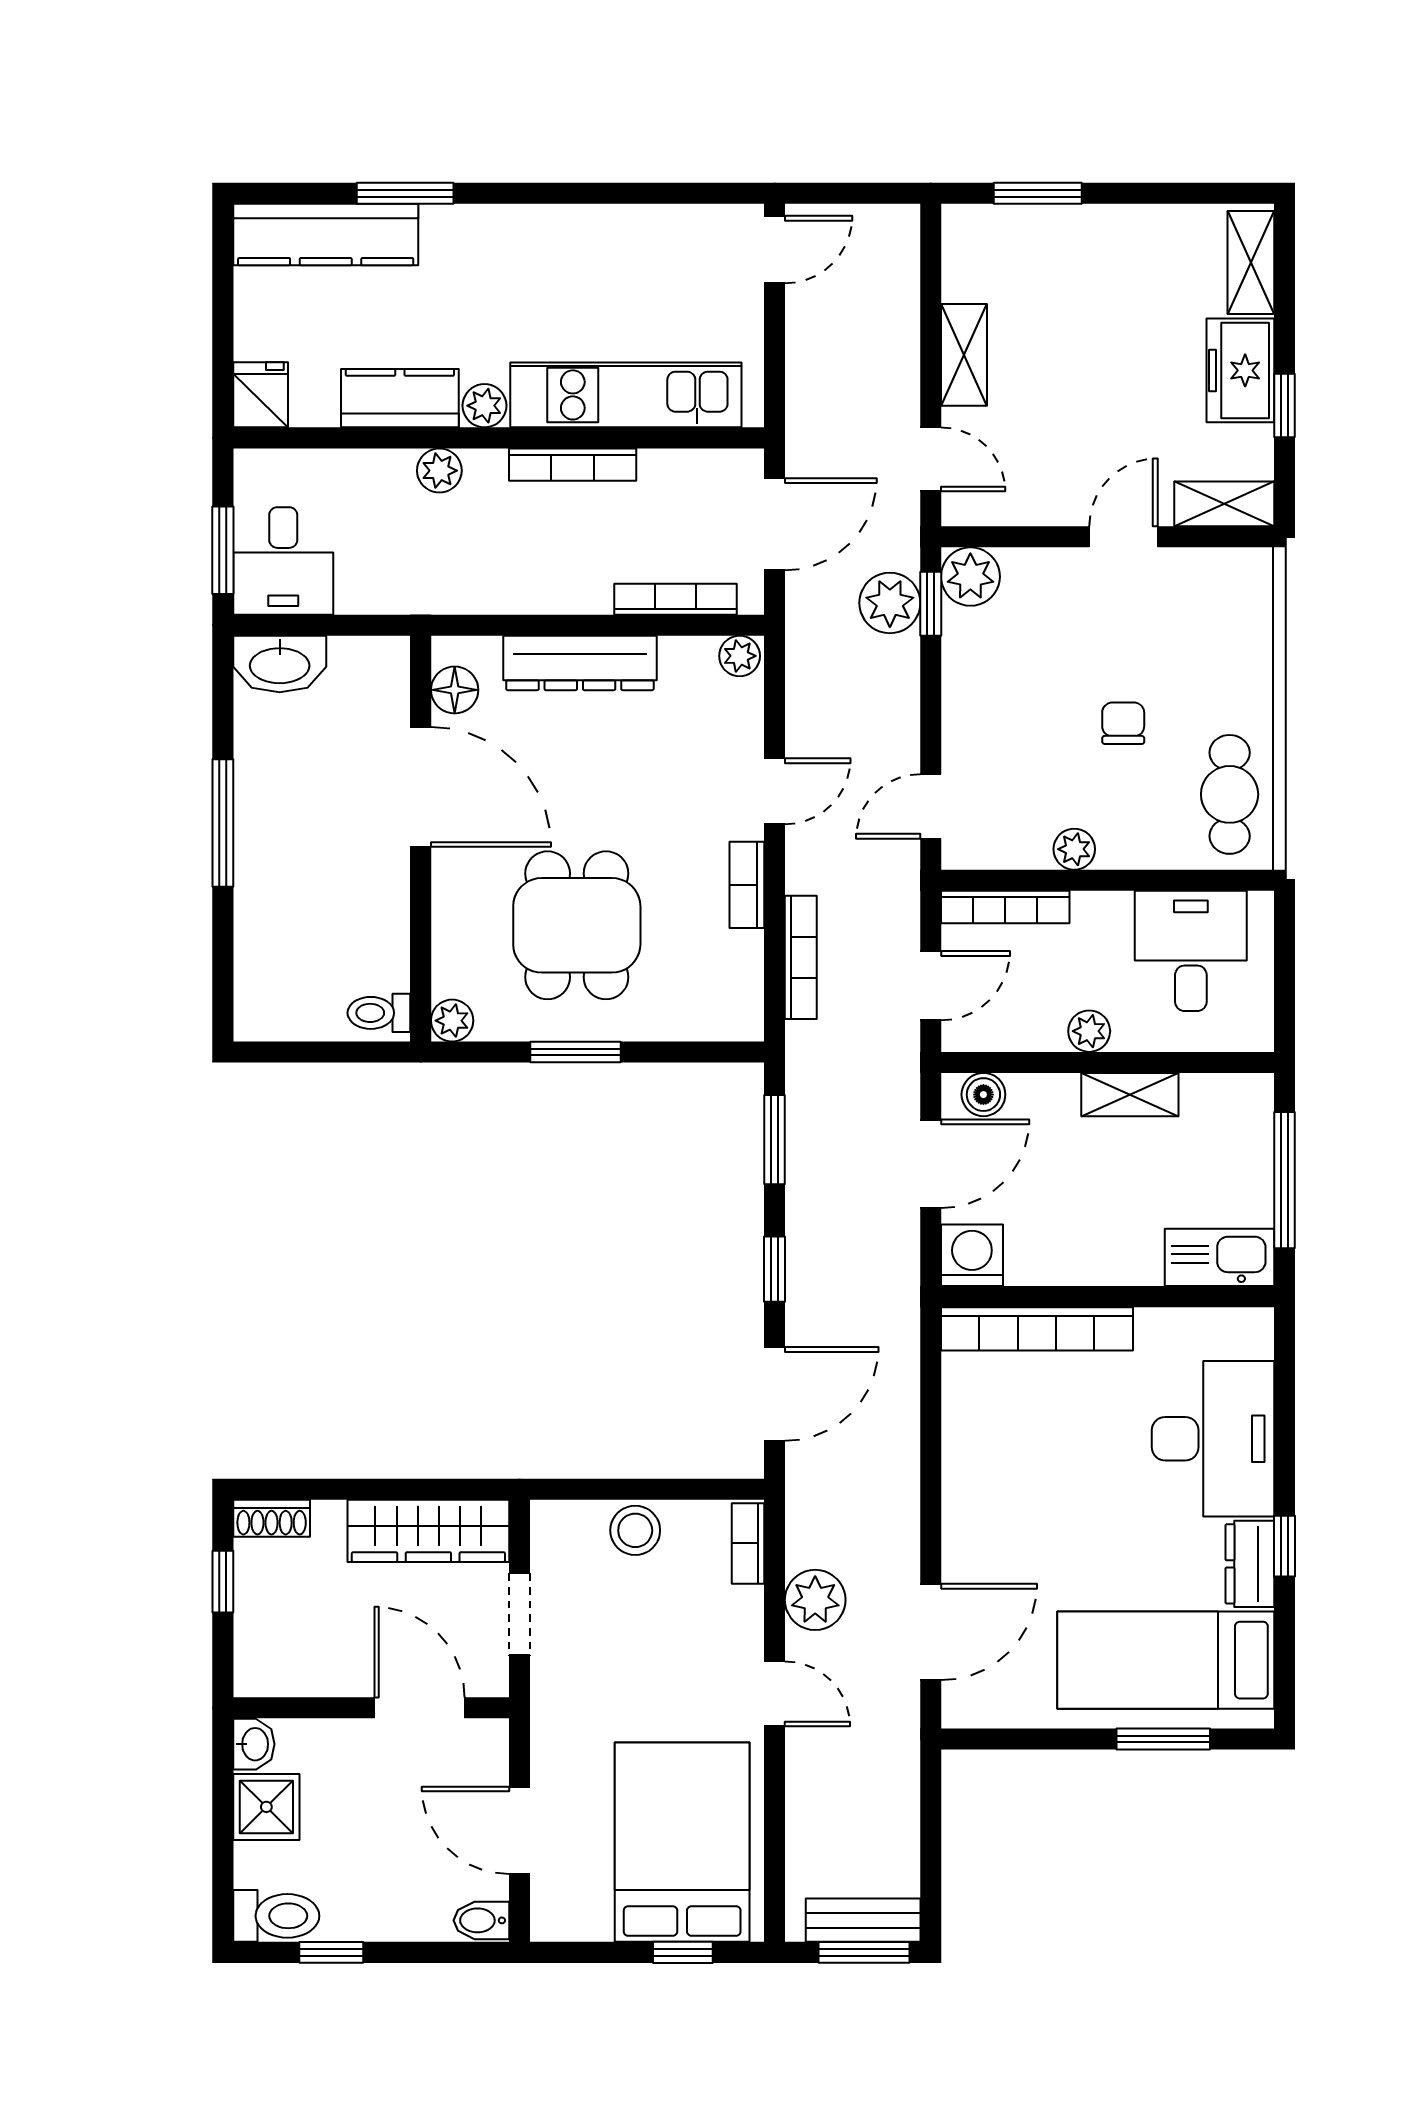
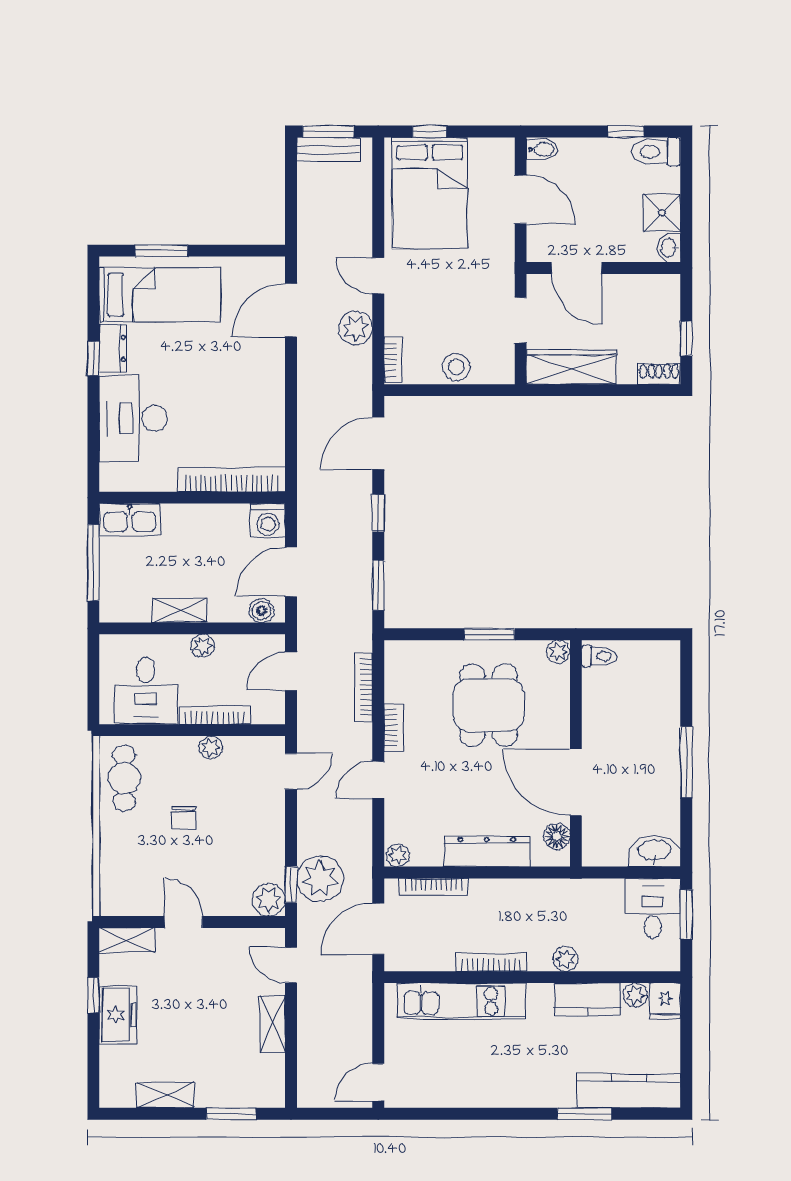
shelving: (1251, 263) -> (165, 1095), moved, turned 90
plant: (484, 406) -> (635, 995), moved
door: (1123, 537) -> (183, 922), swing flipped
plant: (890, 603) -> (320, 879), width x1.36, depth x1.36
bookcase: (1005, 907) -> (215, 715), moved

